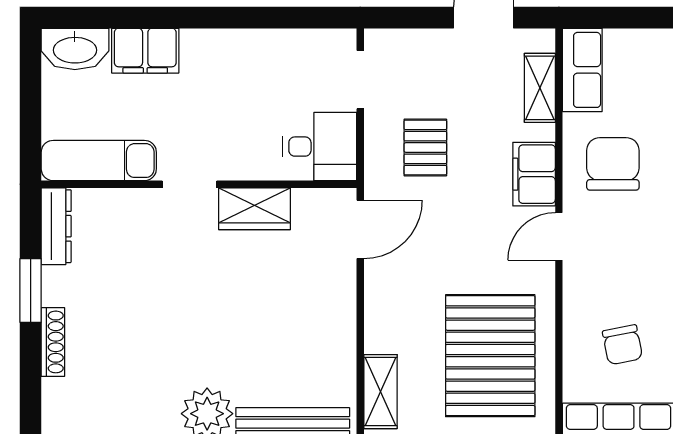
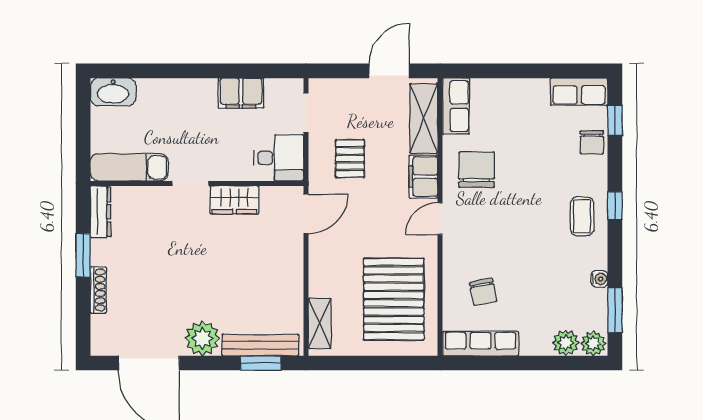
filing cabinet: (145, 51) -> (241, 93), moved
shelving: (540, 88) -> (424, 118), width x1.50, depth x1.33

